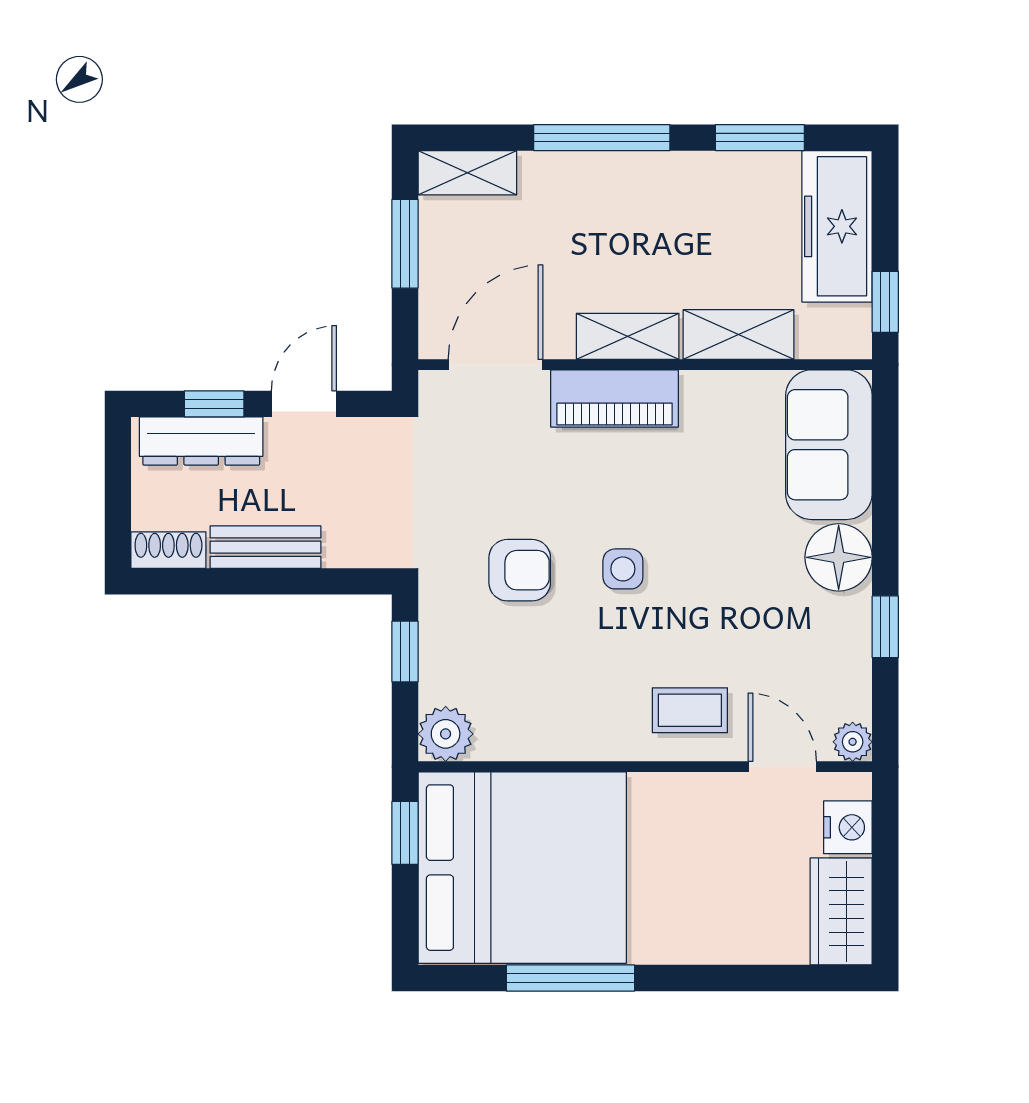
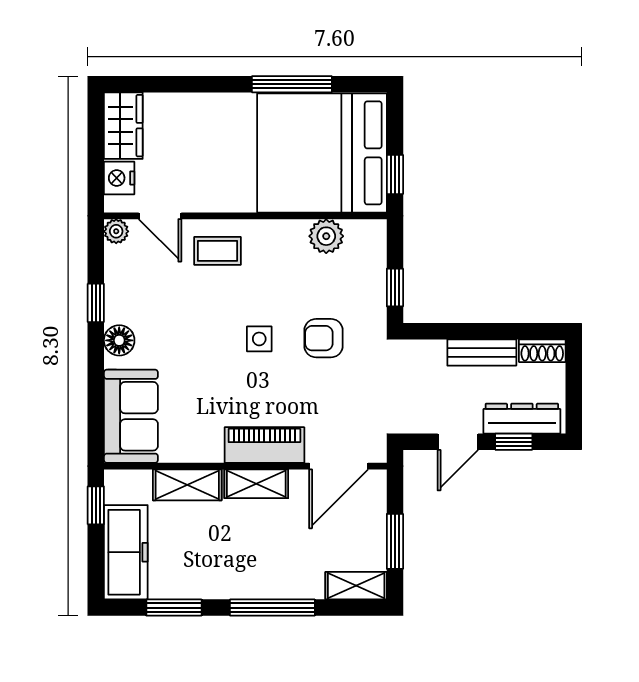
floor lamp: (839, 557) -> (119, 340), width x0.73, depth x0.73
plant: (446, 734) -> (326, 236), moved

